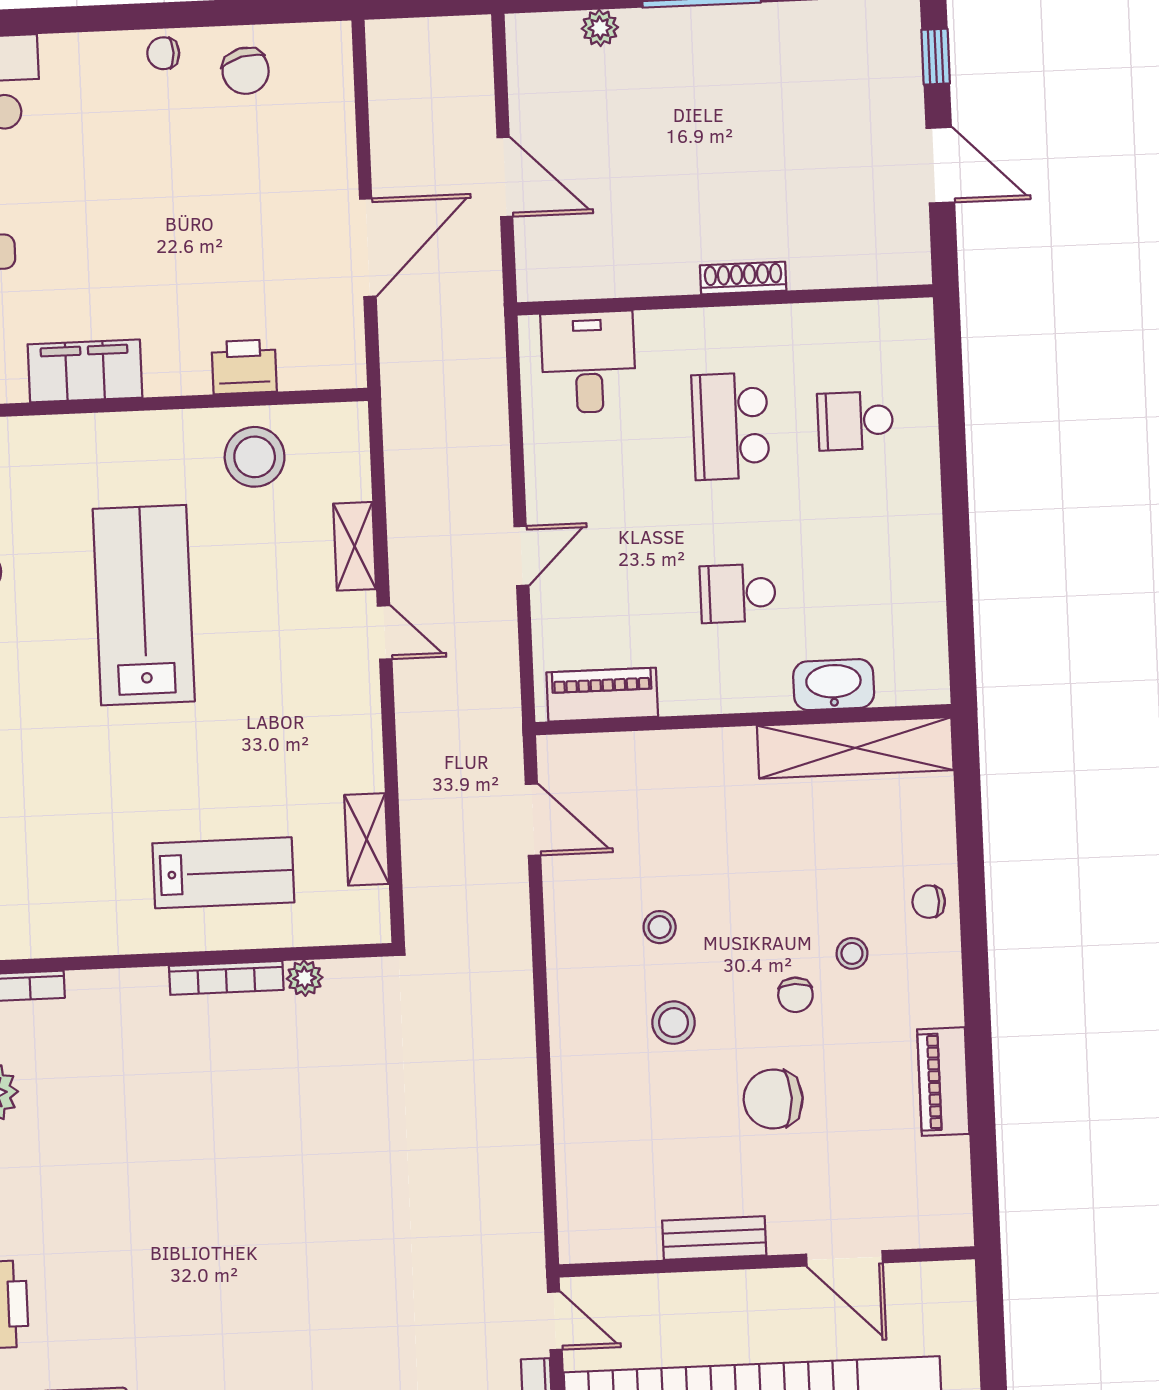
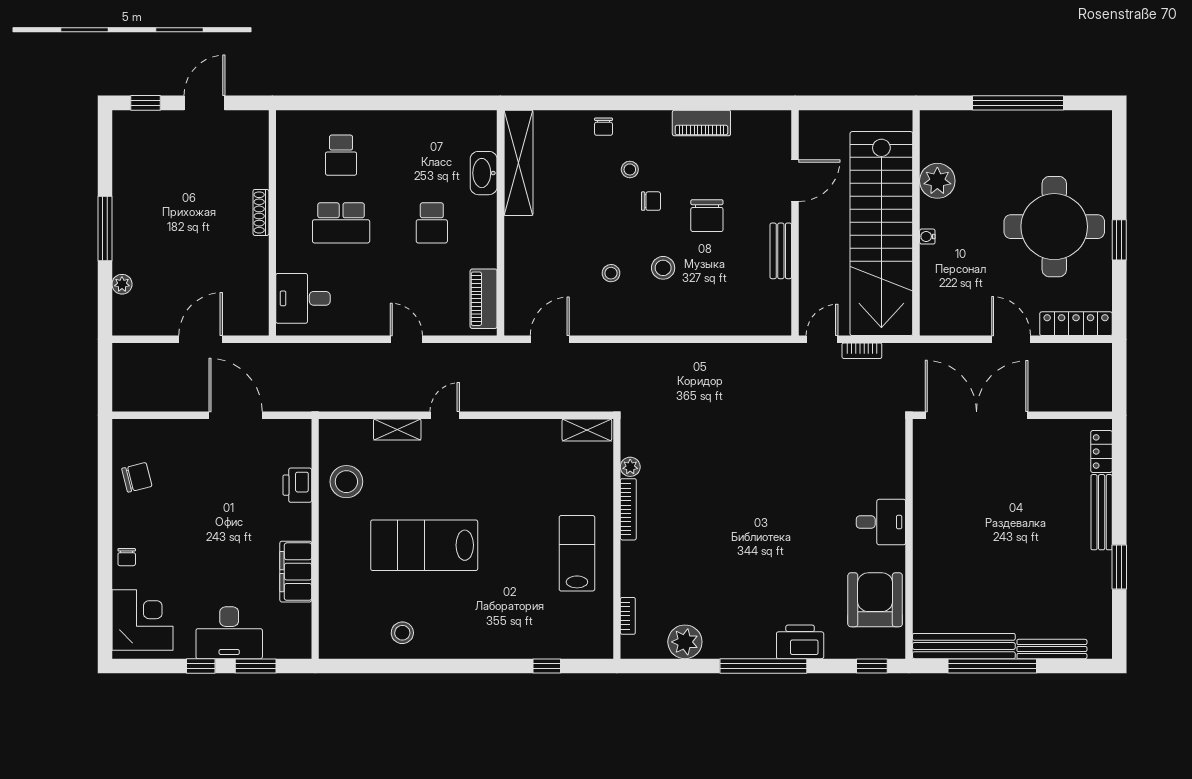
chair: (163, 53) -> (127, 557), moved
shelving: (367, 839) -> (587, 430), moved
lab bench: (223, 873) -> (577, 553), moved

